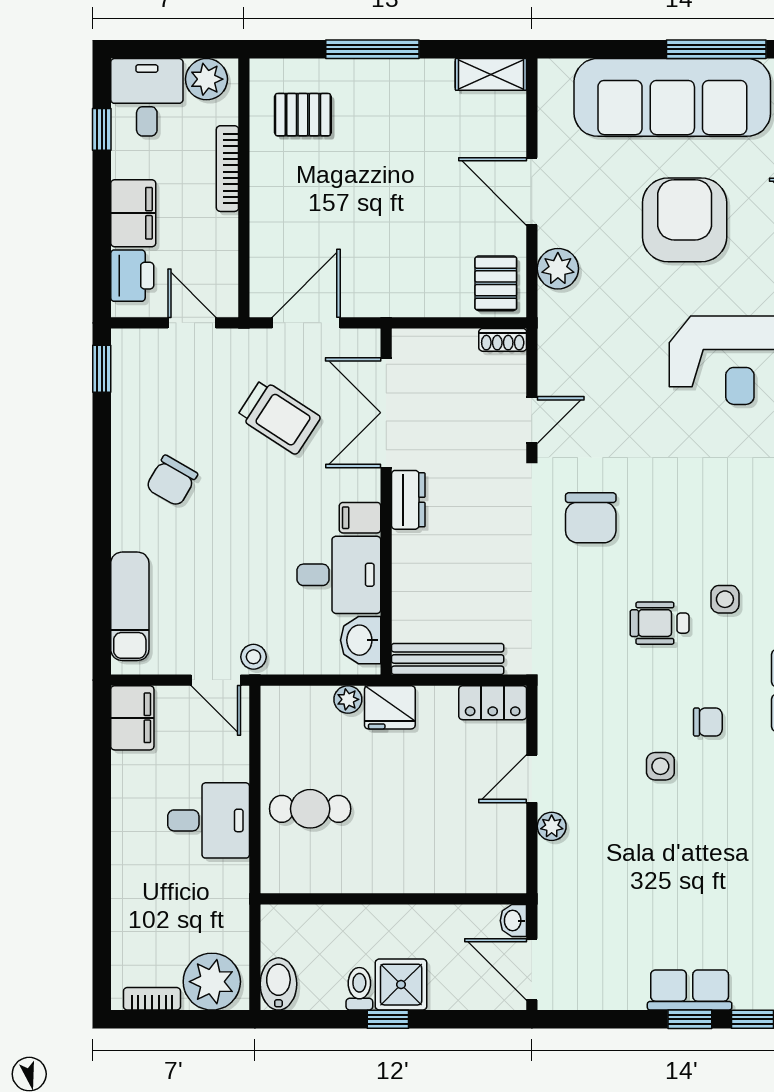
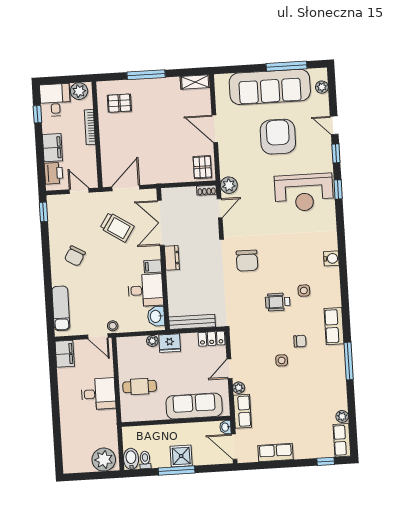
plant: (558, 269) -> (229, 185), moved
door: (532, 420) -> (220, 208), moved
sofa: (440, 865) -> (194, 406), added
row of seats: (557, 884) -> (242, 411), added
toilet: (359, 989) -> (145, 460), moved
row of seats: (690, 990) -> (275, 453), moved
bookcase: (152, 999) -> (80, 468), removed
window: (388, 1019) -> (177, 471), width x2.17
window: (690, 1019) -> (300, 463), removed

